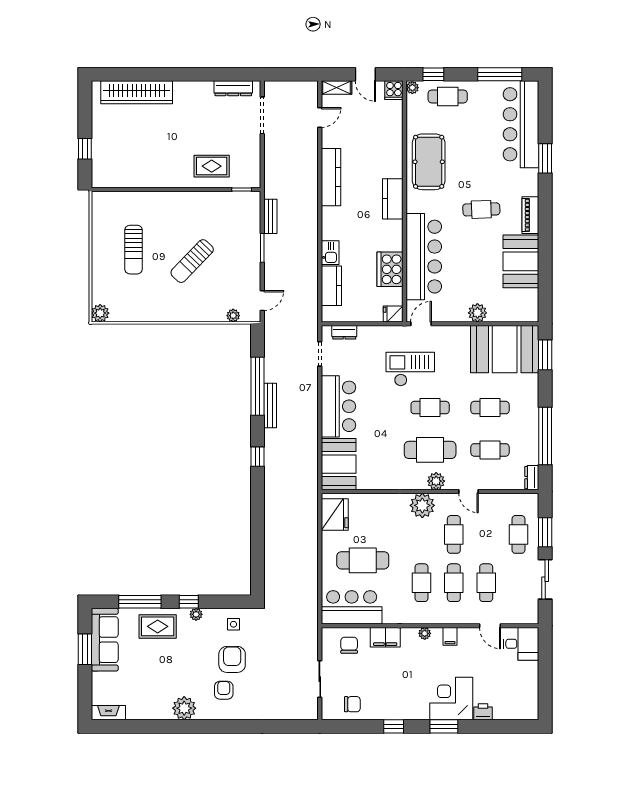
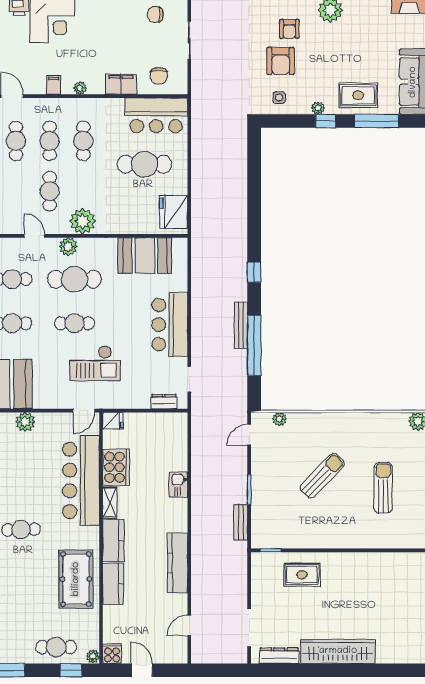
shelving: (336, 88) -> (110, 502), moved, turned 90
wardrobe: (137, 92) -> (338, 651), moved
kitchen counter: (331, 286) -> (113, 584), moved, turned 180
booth: (339, 464) -> (145, 256), moved, turned 90

